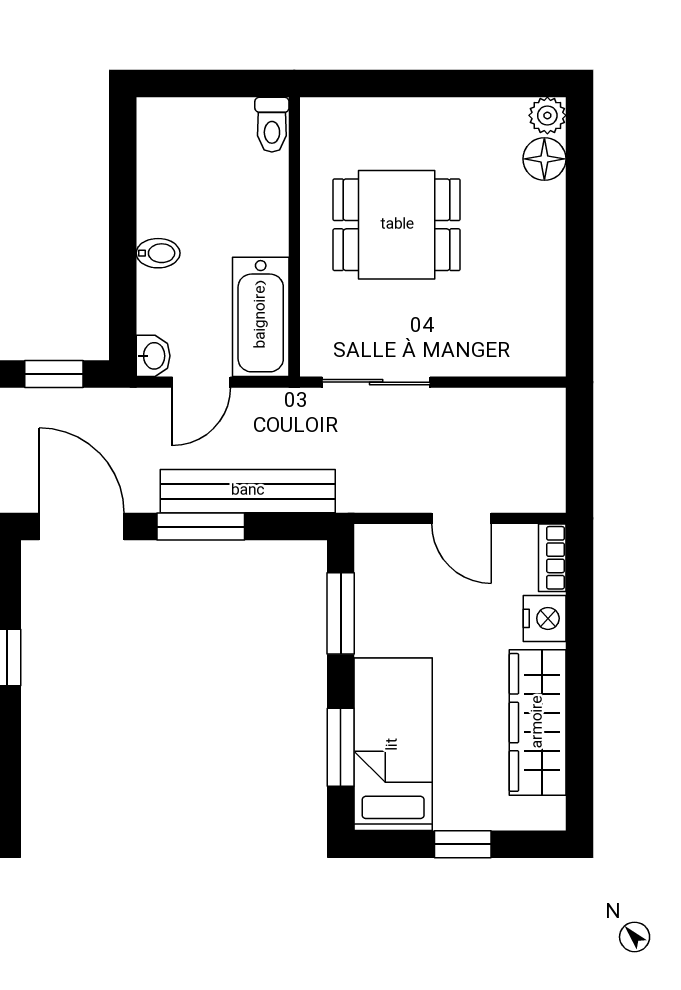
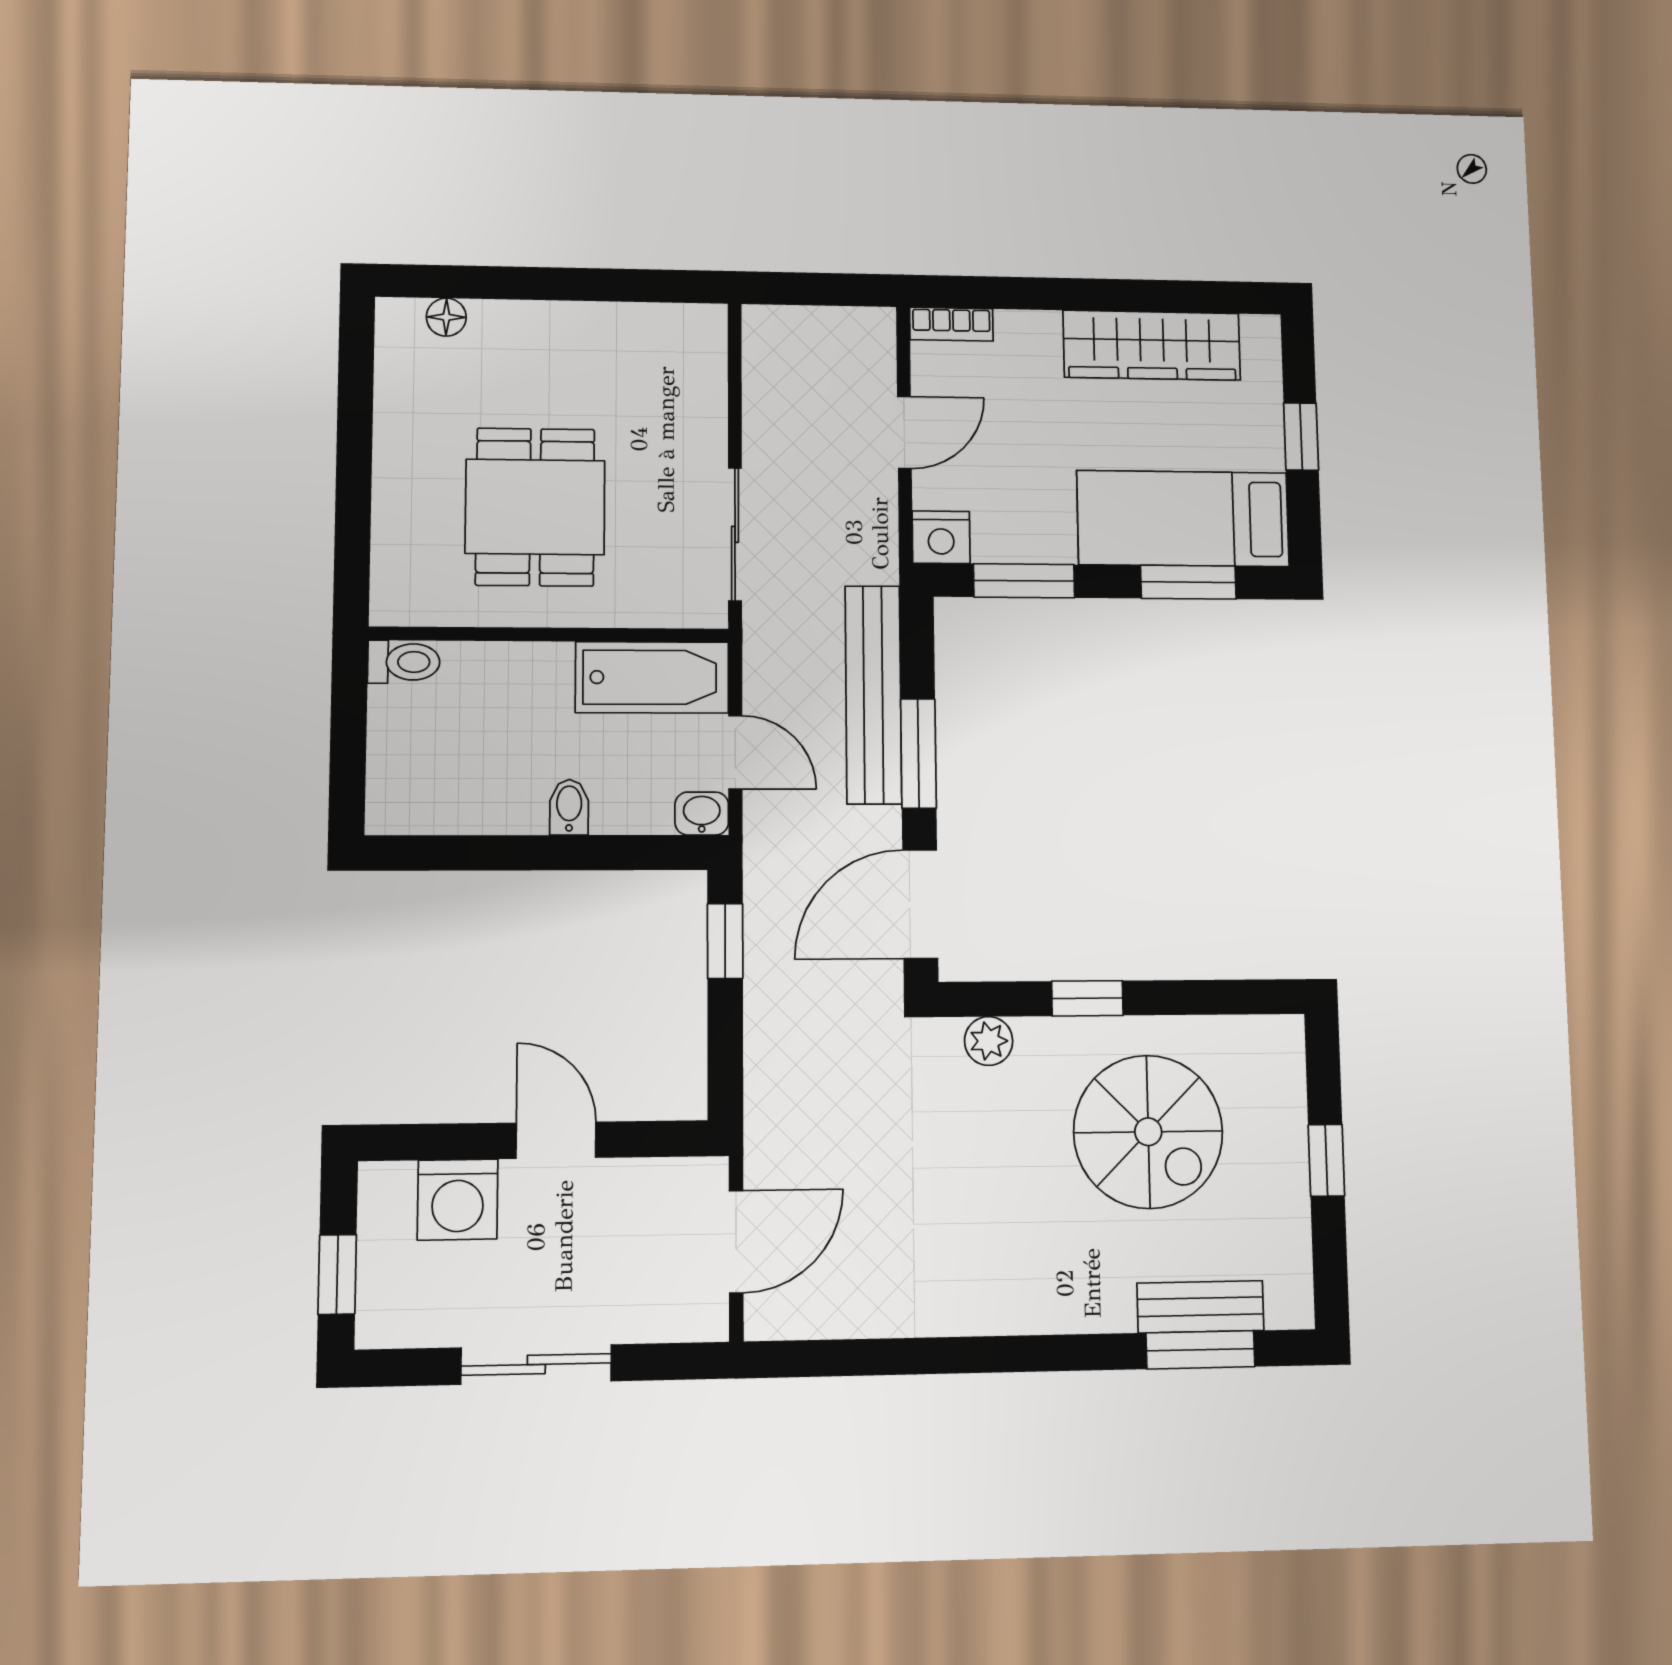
plant: (547, 115) -> (398, 320), removed
floor lamp: (544, 159) -> (446, 317), width x0.73, depth x0.73
nightstand: (545, 618) -> (941, 537), moved, turned 180

